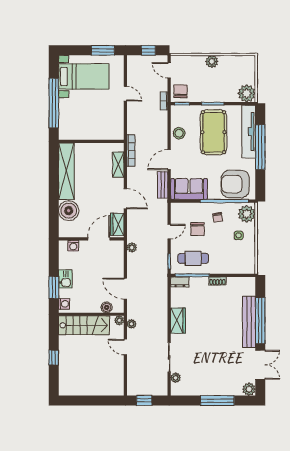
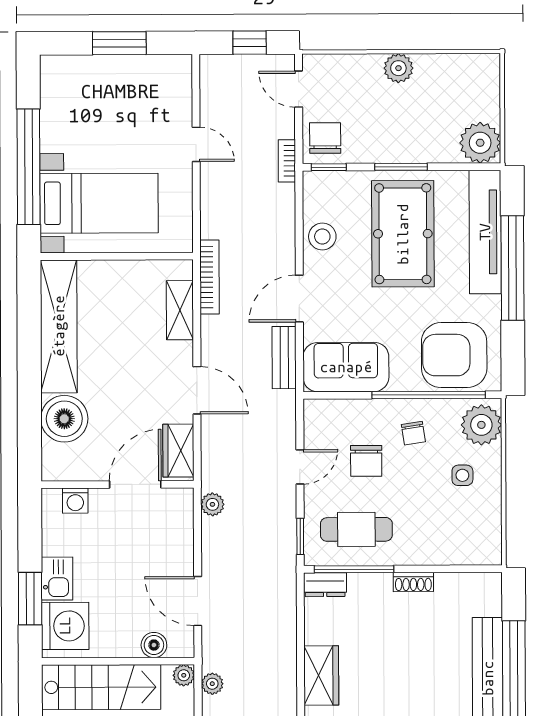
window: (103, 50) -> (119, 43), moved
bed with nightstands: (84, 77) -> (99, 203), moved
washing machine: (64, 304) -> (65, 626), width x1.89, depth x1.89

